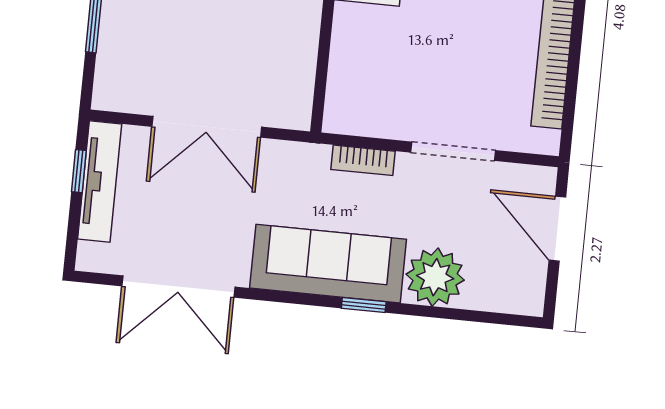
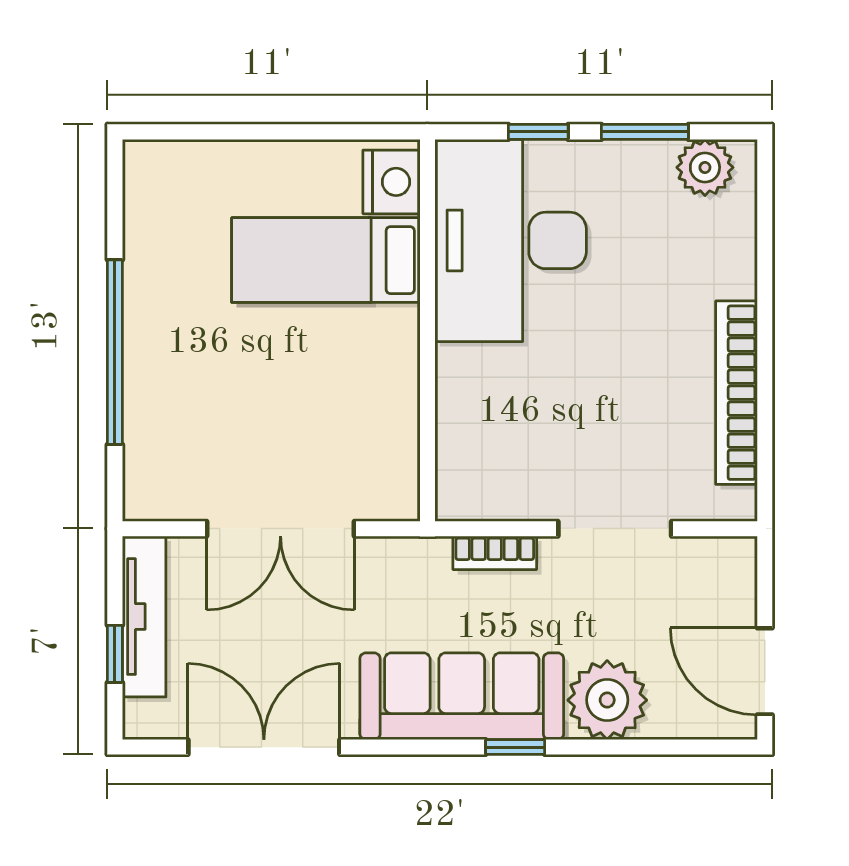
window: (79, 171) -> (115, 654), moved
door: (557, 229) -> (765, 671), moved
double door: (178, 287) -> (264, 747), swing flipped

